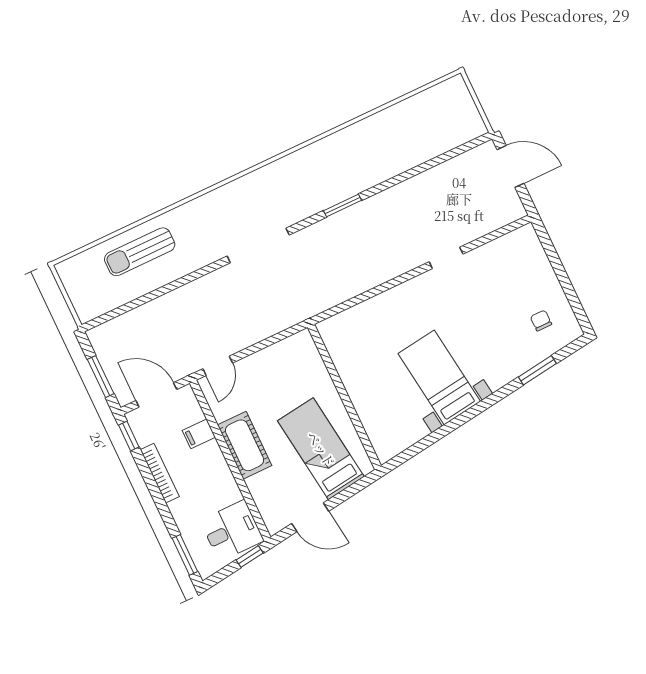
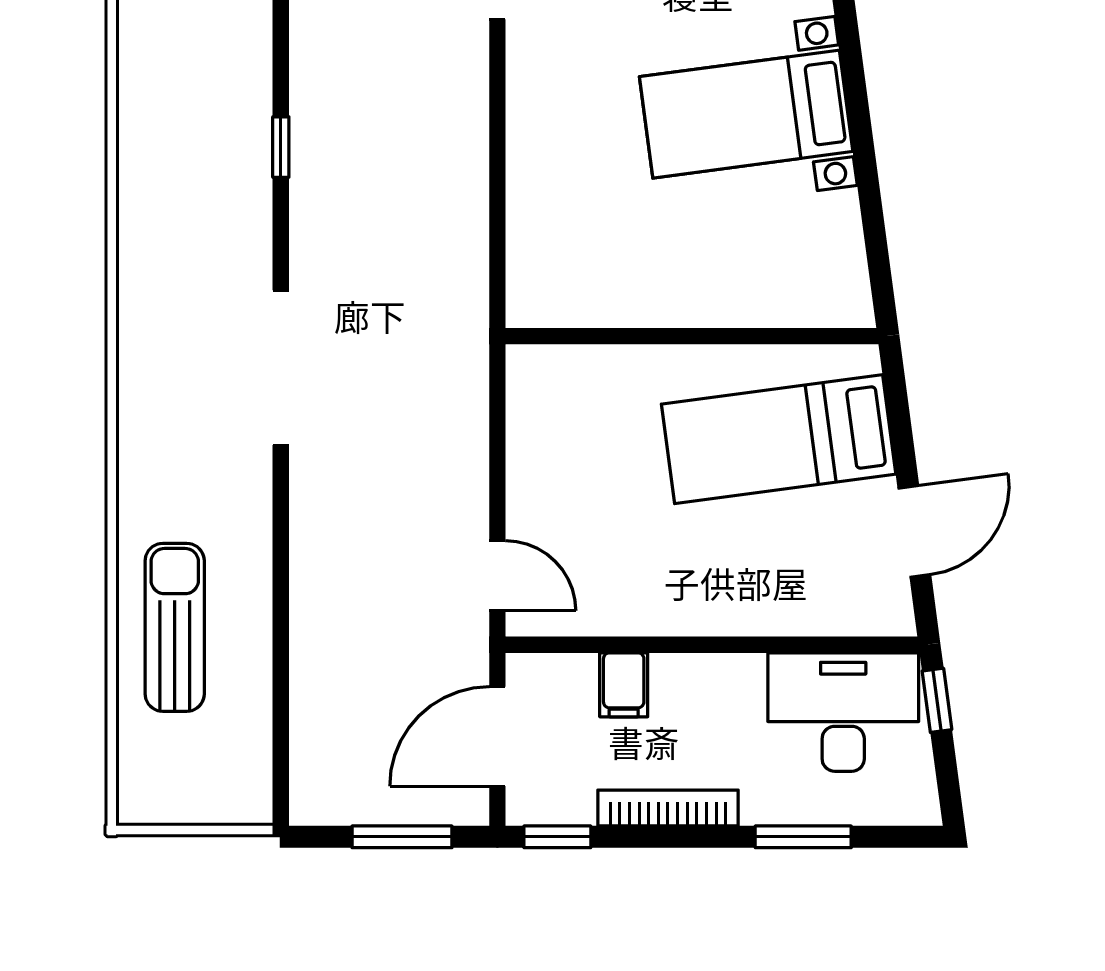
window: (343, 206) -> (281, 147), width x0.67
sun lounger: (140, 252) -> (175, 627), turned 180
cot: (245, 445) -> (694, 599), removed
desk: (232, 531) -> (843, 712), width x1.37
window: (185, 555) -> (803, 837), moved

